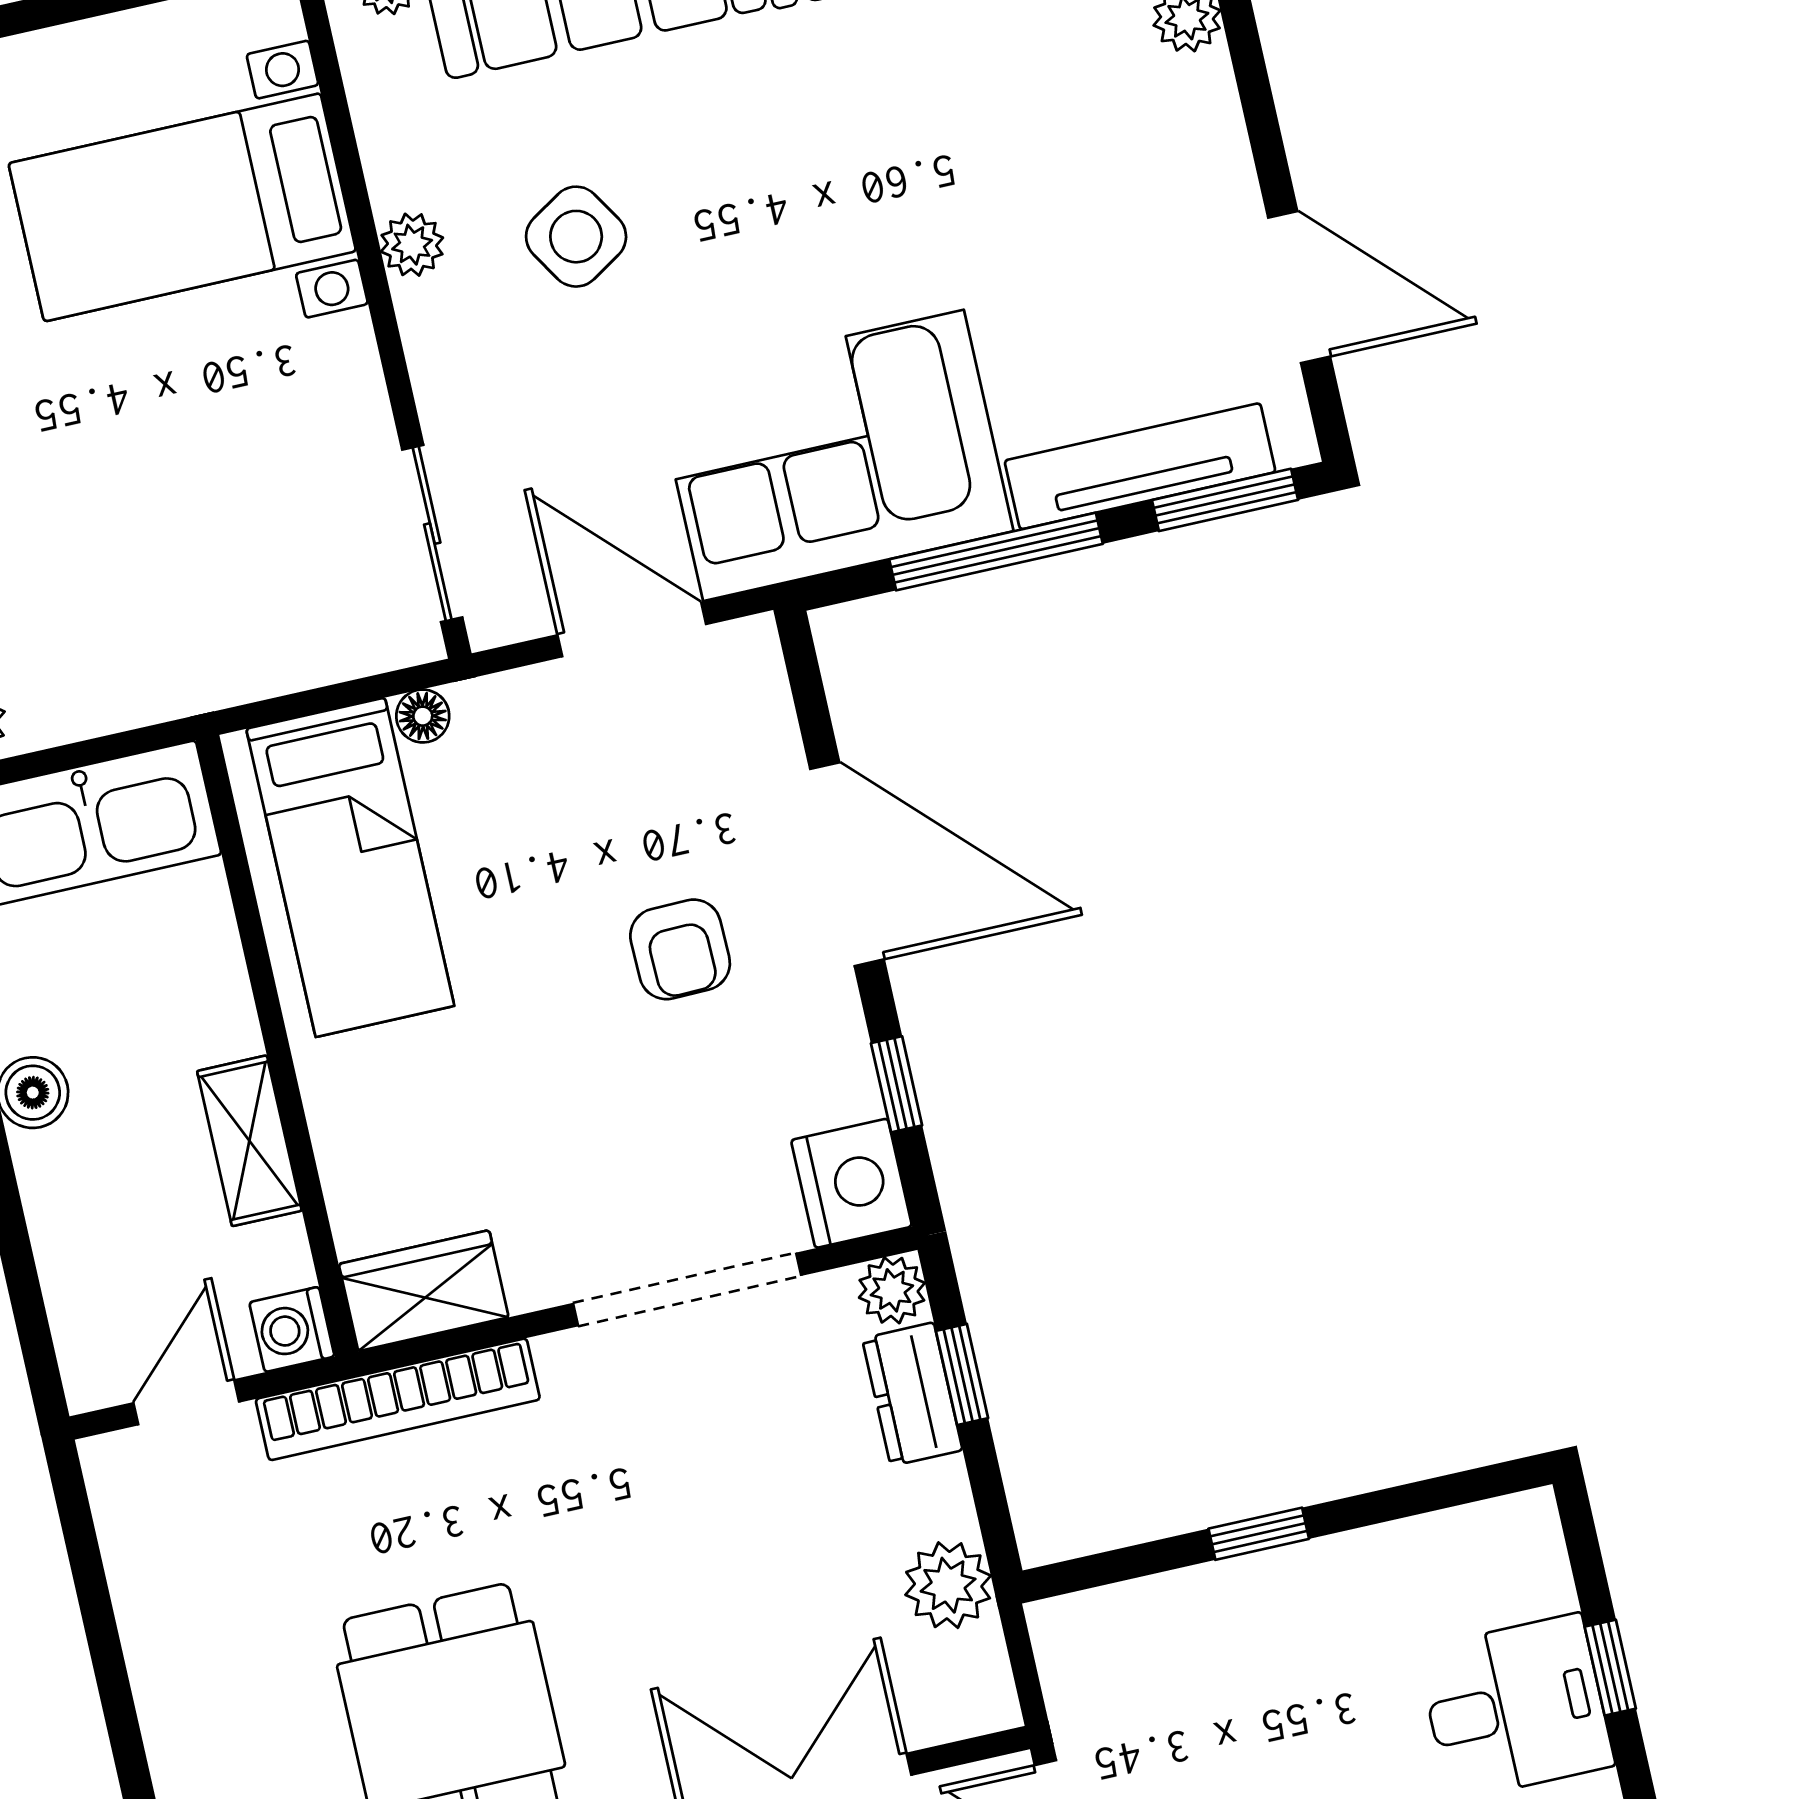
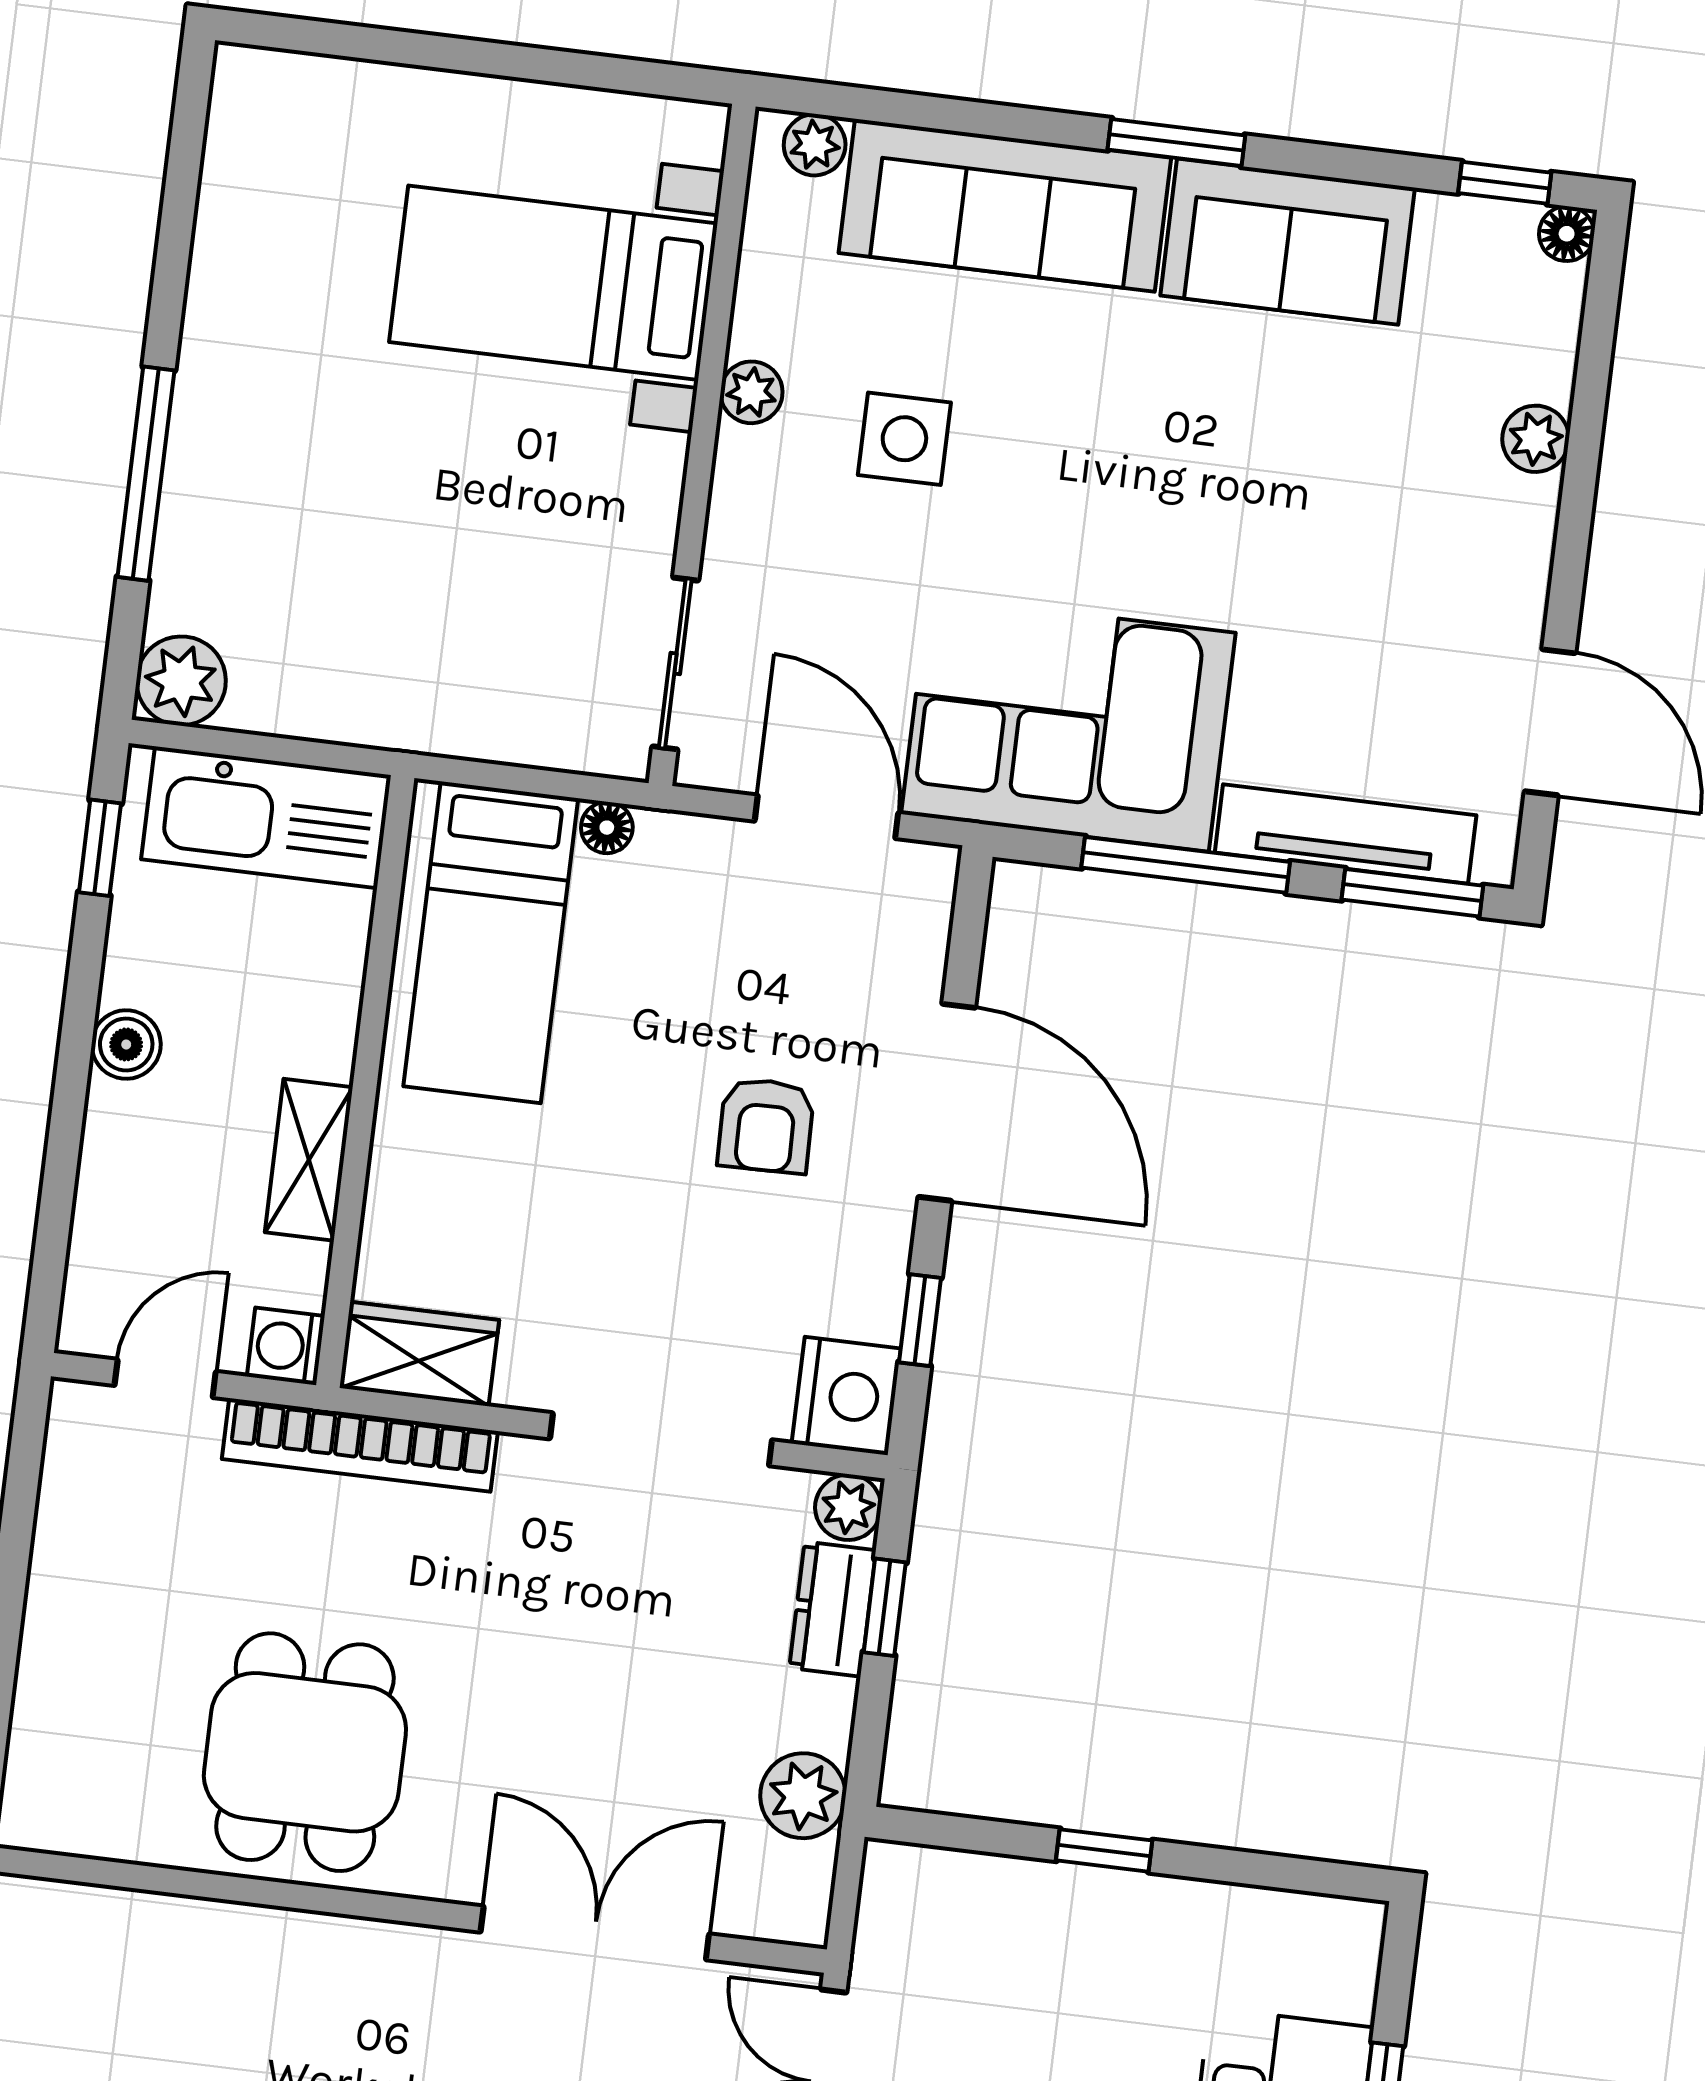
side table: (576, 237) -> (904, 439), turned 32

